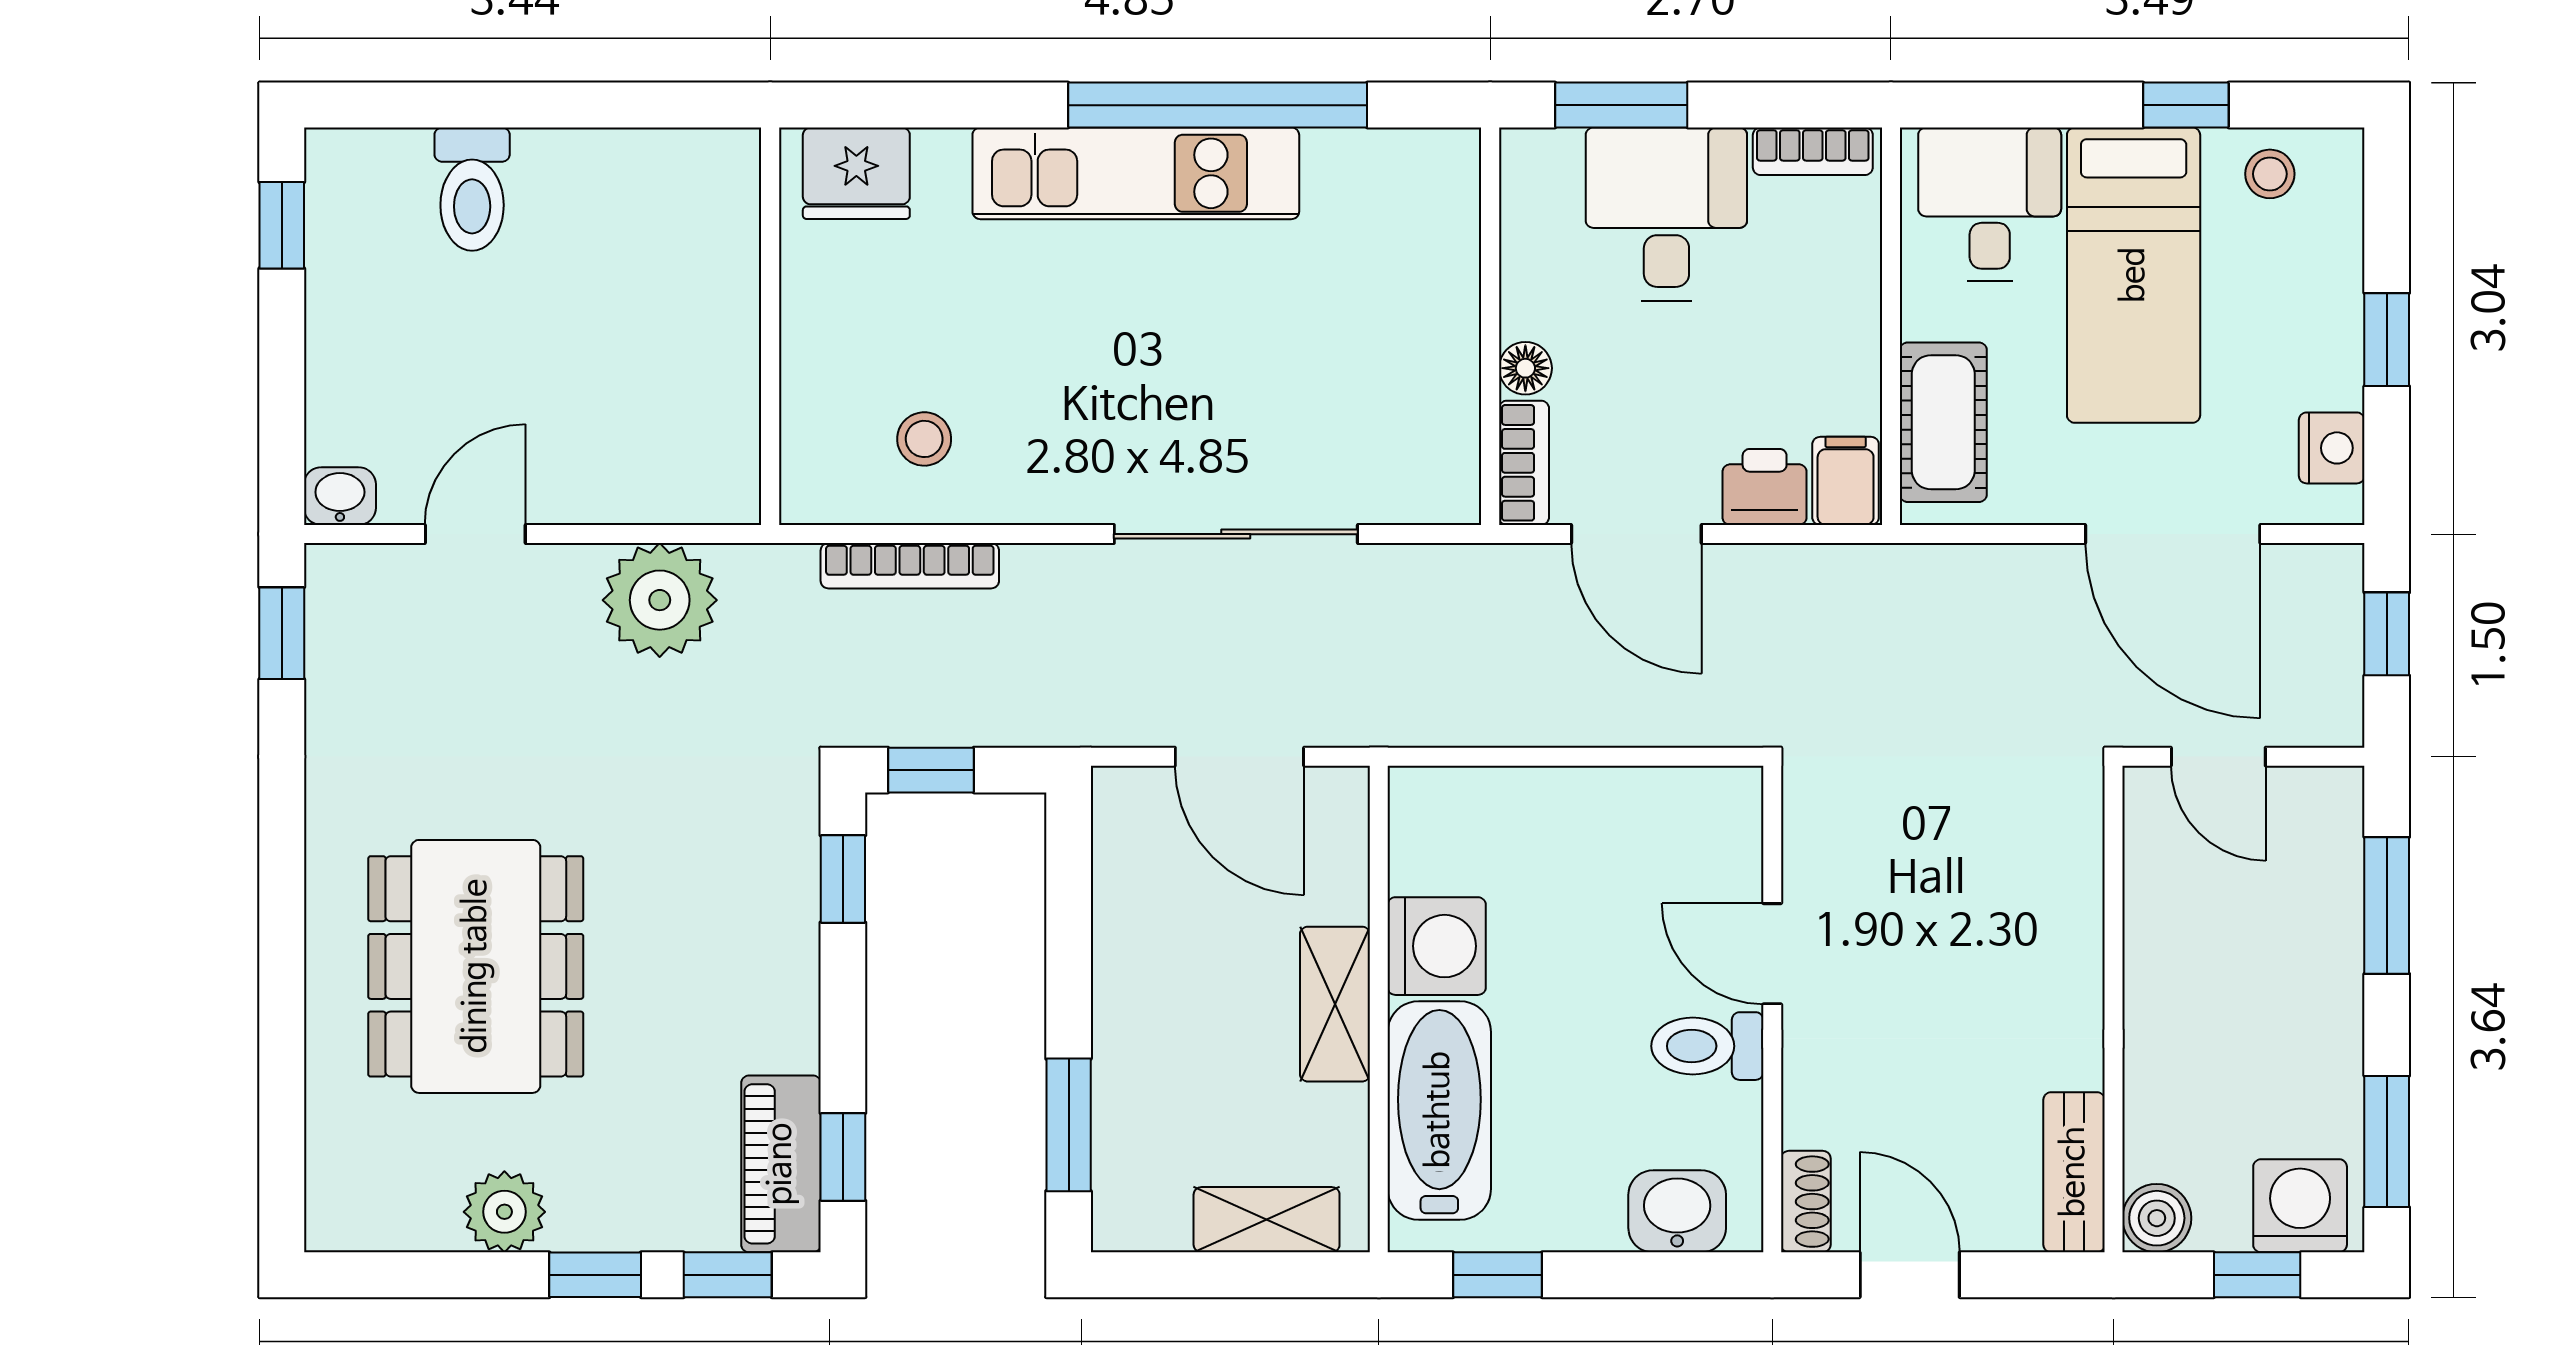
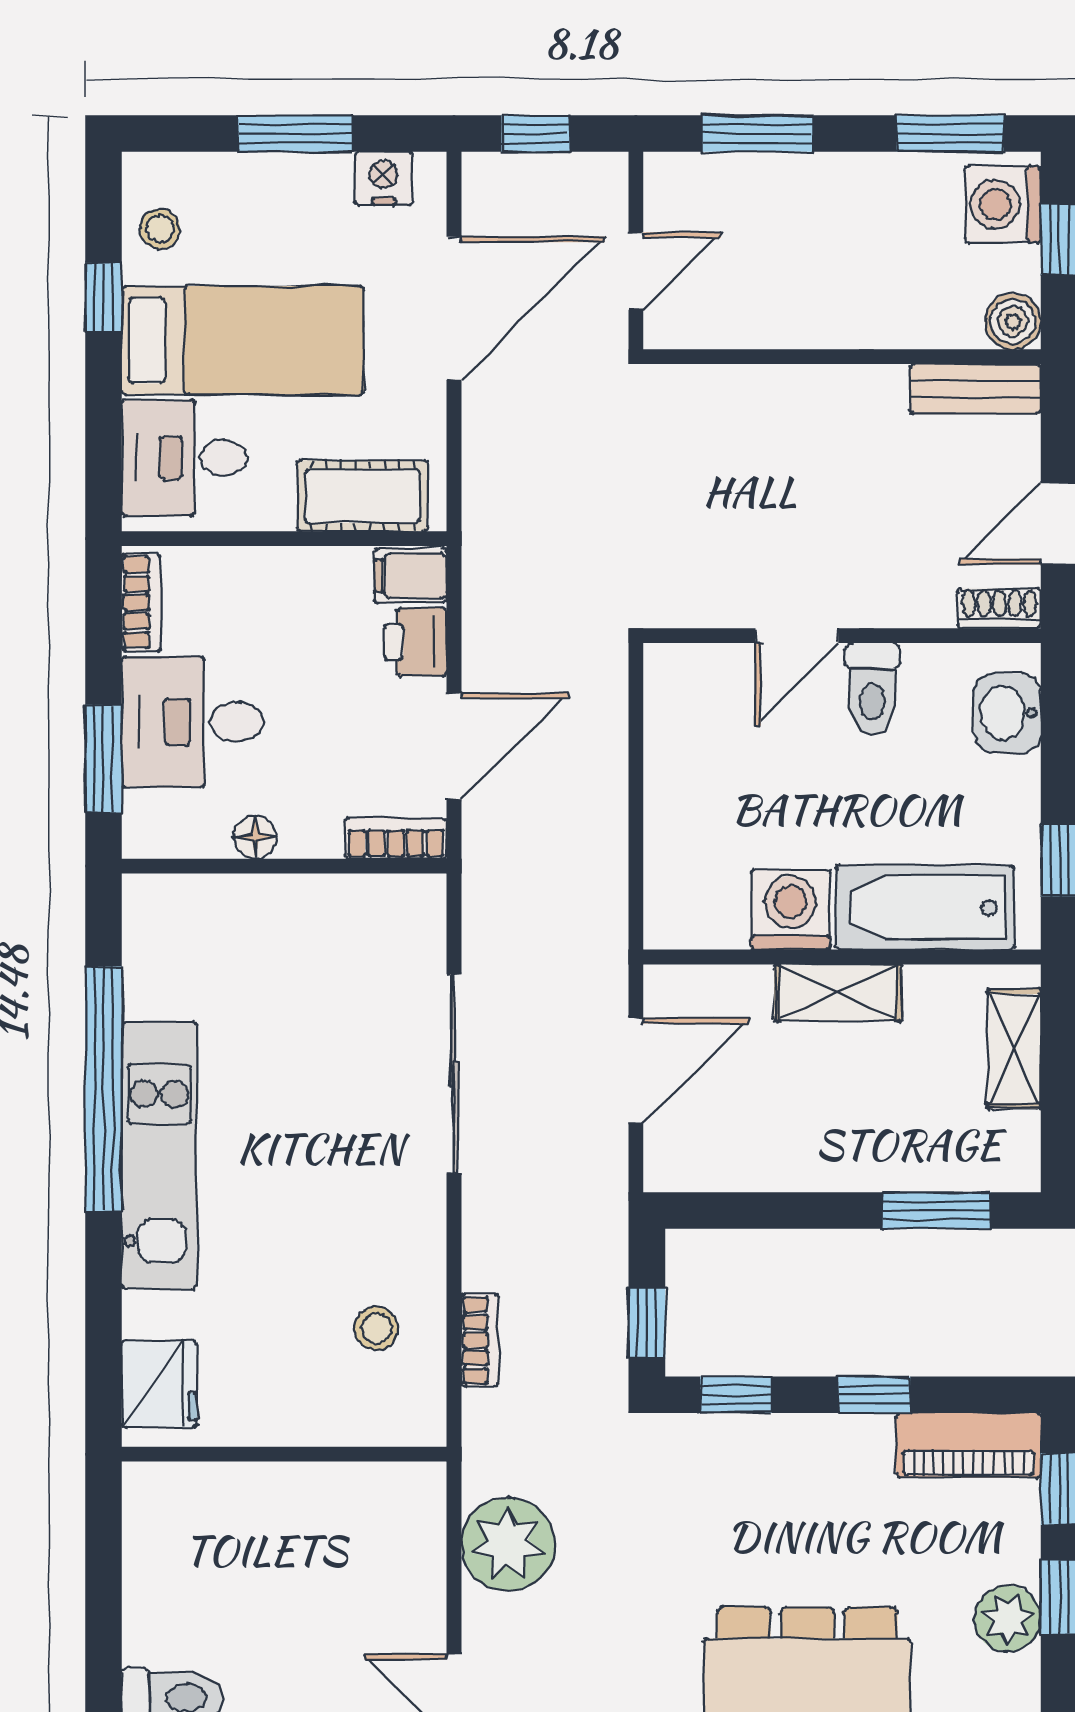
window: (2387, 340) -> (295, 134), width x1.50
floor lamp: (1525, 368) -> (255, 837), moved
bookcase: (910, 566) -> (480, 1340), width x0.64
window: (843, 1157) -> (874, 1395), moved
plant: (504, 1212) -> (1008, 1619), moved

